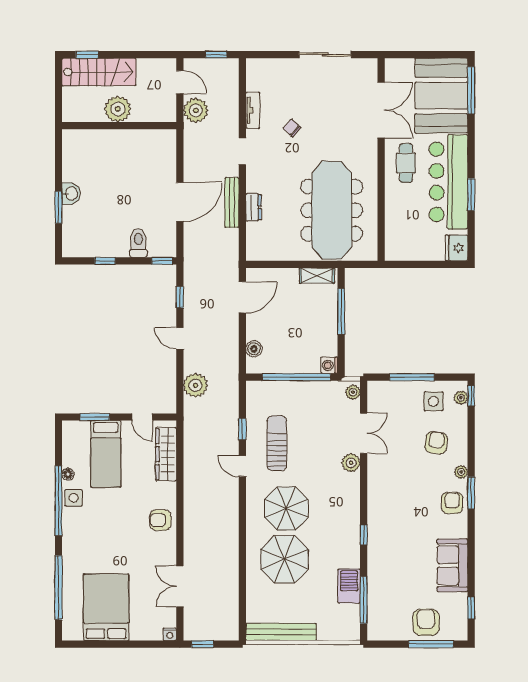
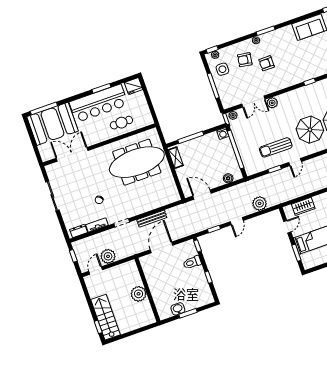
plant: (118, 109) -> (139, 294), moved
wall: (119, 126) -> (147, 290), moved
cafe table: (406, 163) -> (121, 123), moved
door: (180, 202) -> (162, 247), hinge flipped
dresser: (253, 207) -> (79, 231), moved
double door: (364, 433) -> (253, 102), swing flipped
wardrobe: (166, 454) -> (303, 206), width x0.67
armchair: (452, 503) -> (267, 63), moved

